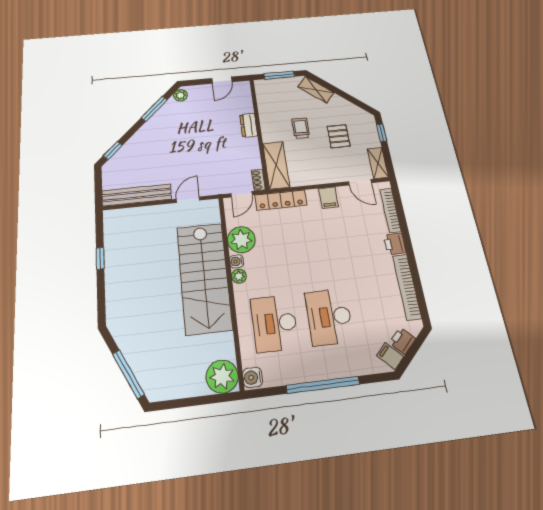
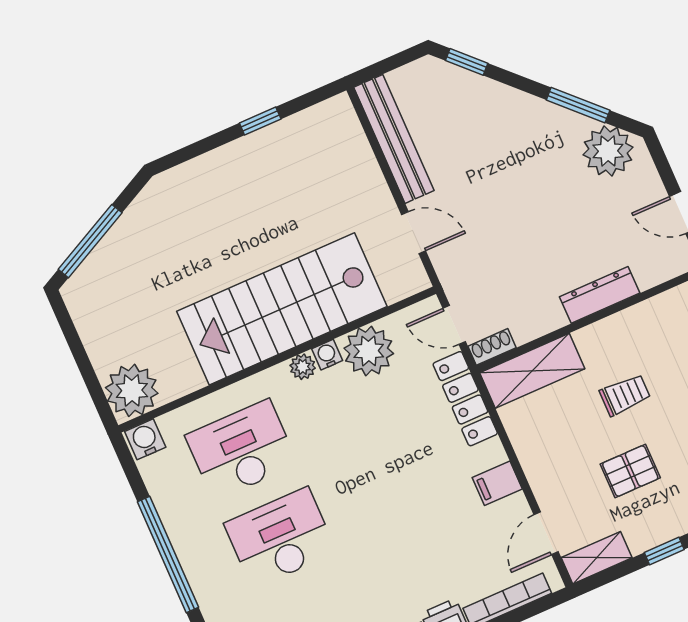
plant: (180, 95) -> (608, 151), width x1.88, depth x1.88
dresser: (249, 125) -> (600, 295), width x1.44

